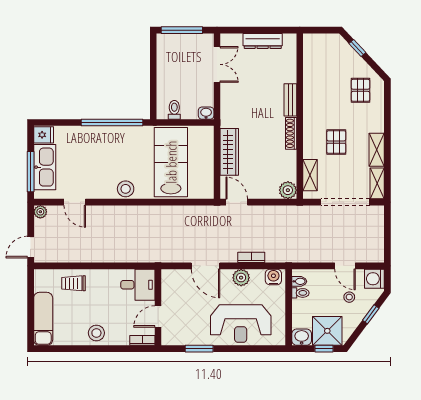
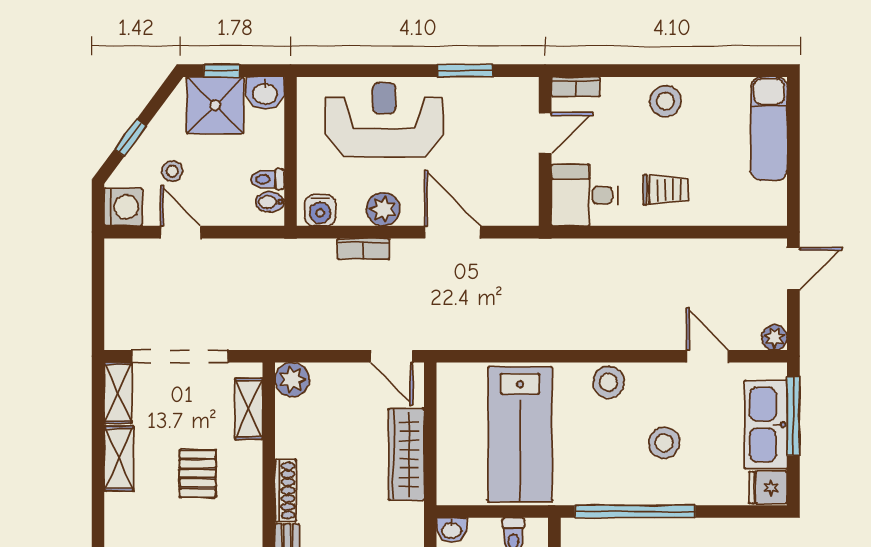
stool: (97, 158) -> (664, 443), added
trolley: (73, 283) -> (666, 190), moved

